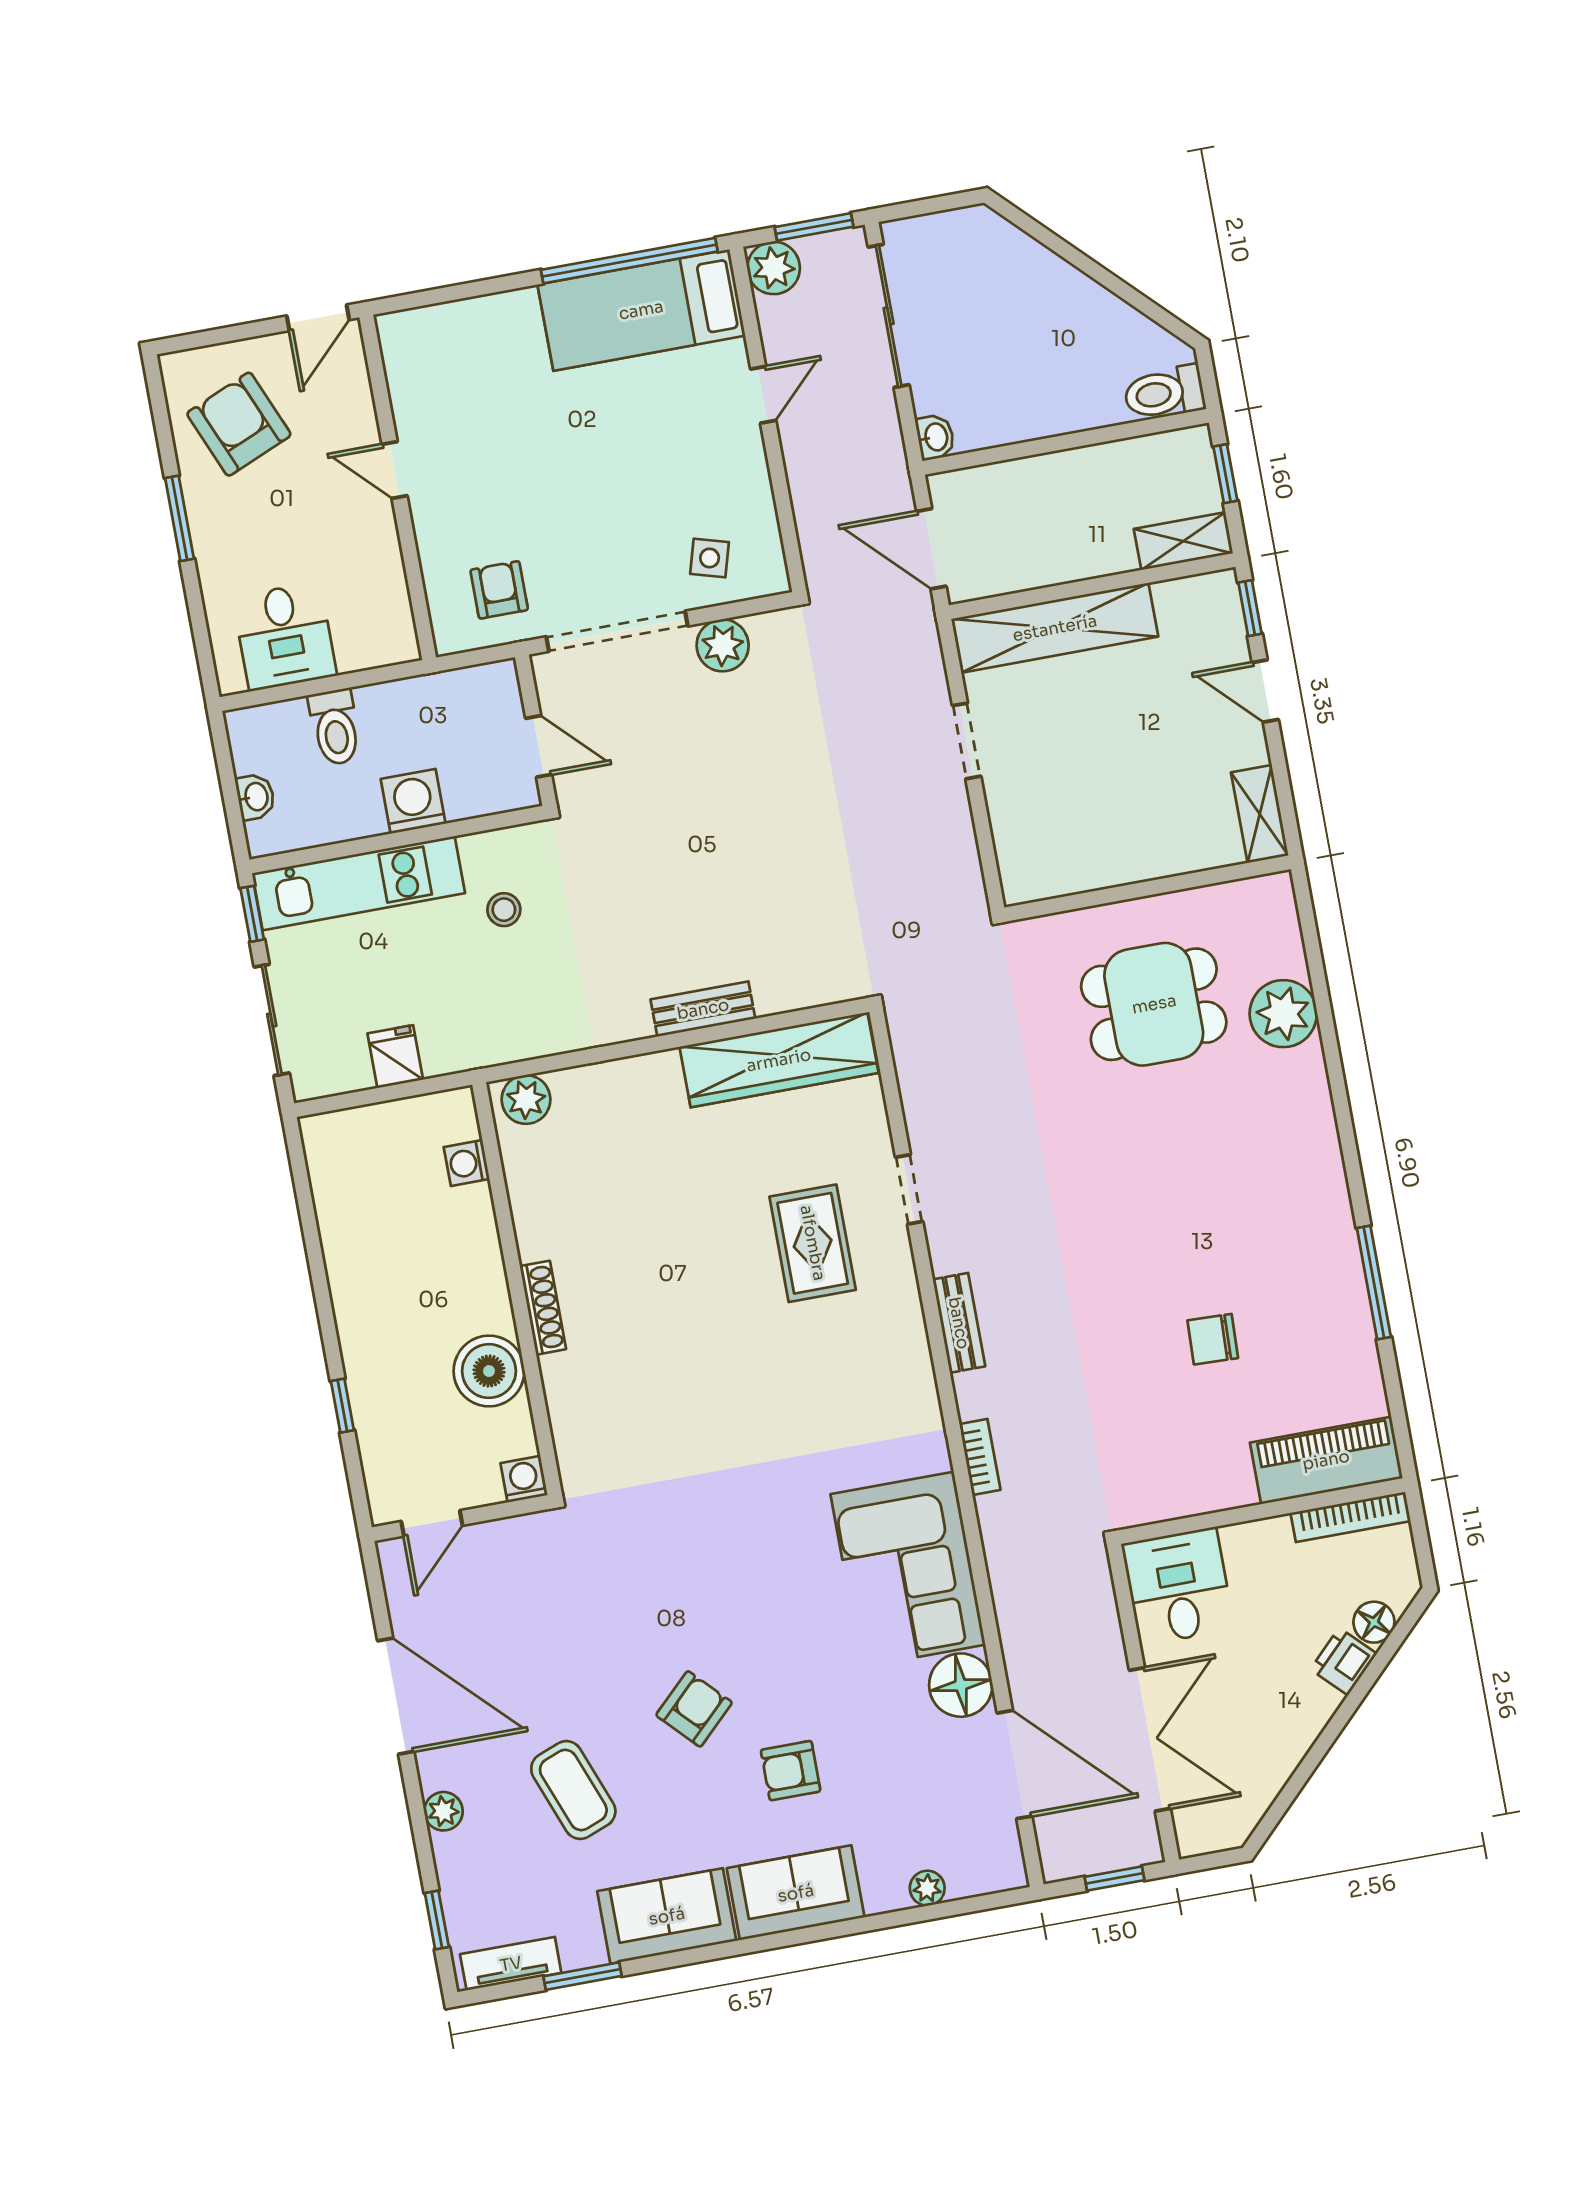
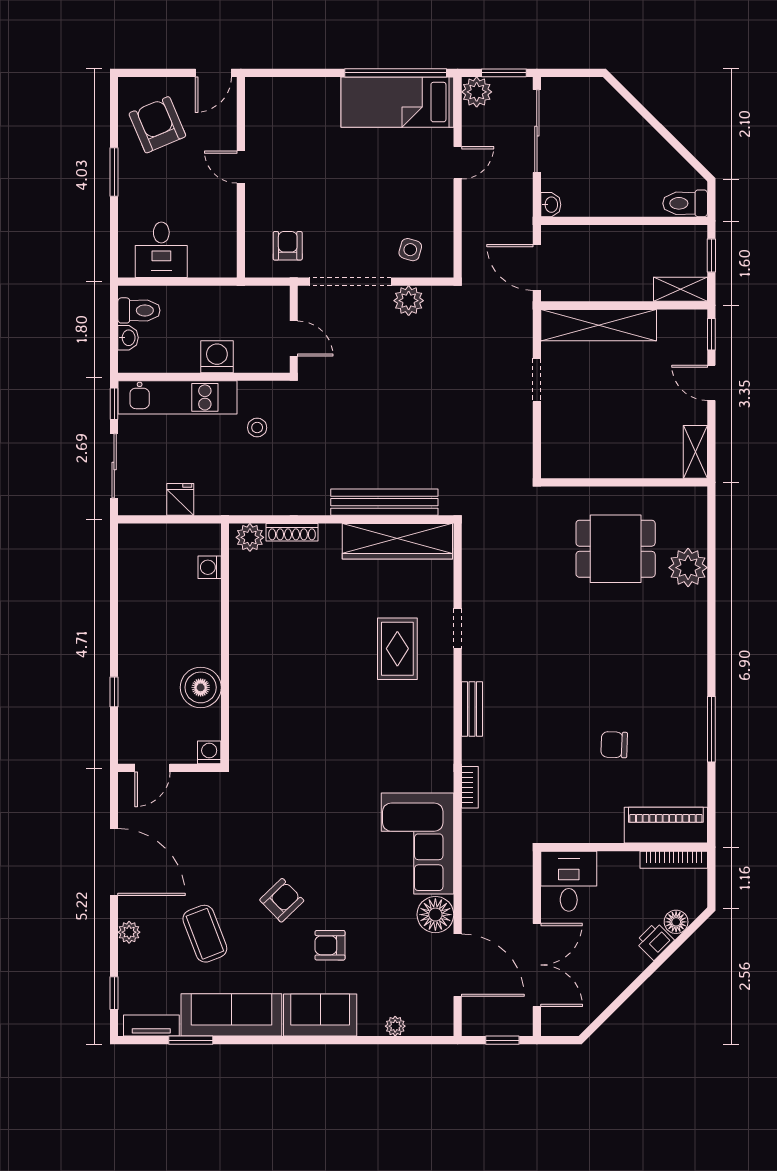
toilet: (335, 727) -> (139, 310), moved, turned -90
bench: (703, 1009) -> (384, 502), width x1.86, depth x1.21
shoe rack: (543, 1308) -> (292, 532), moved, turned 90
sofa: (667, 1916) -> (231, 1015), width x1.36

